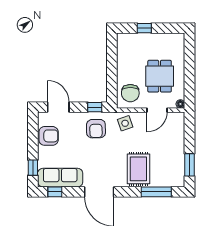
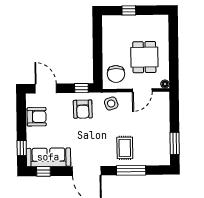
rug: (138, 169) -> (125, 148), width x0.73, depth x0.70
window: (156, 192) -> (131, 170), moved

